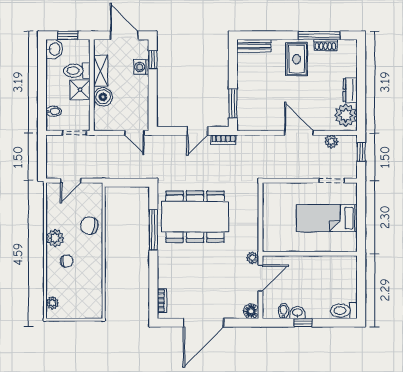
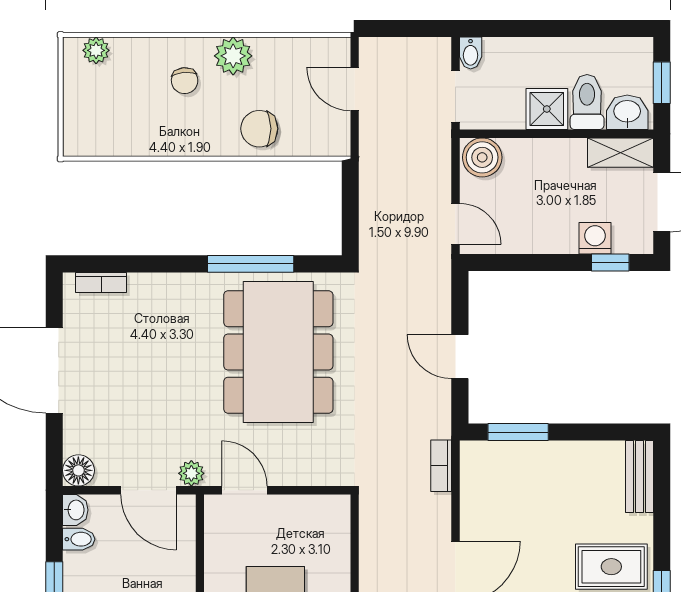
washbasin: (54, 49) -> (627, 112), moved, turned 180
shelving: (101, 71) -> (620, 153), moved
boiler: (103, 97) -> (482, 157), moved
bidet: (54, 111) -> (471, 53), moved
door: (134, 133) -> (455, 224), swing flipped
bookcase: (223, 140) -> (441, 466), moved
chair: (89, 226) -> (259, 129), turned -101
door: (260, 233) -> (244, 490), added
washbasin: (297, 313) -> (75, 510), moved

